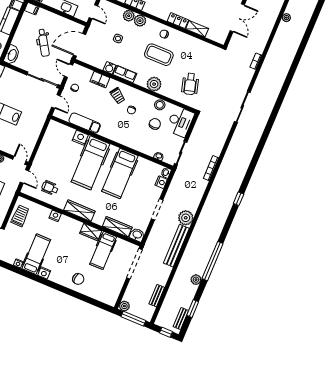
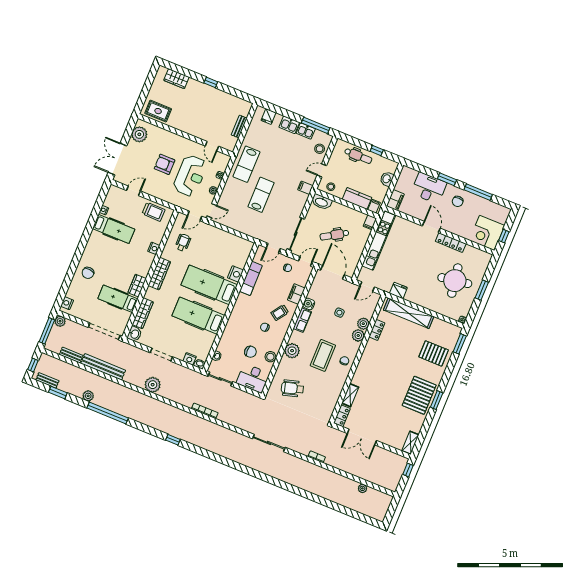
locker: (178, 21) -> (342, 416), moved
bench: (176, 246) -> (103, 367), moved
nightstand: (44, 273) -> (67, 303), moved

